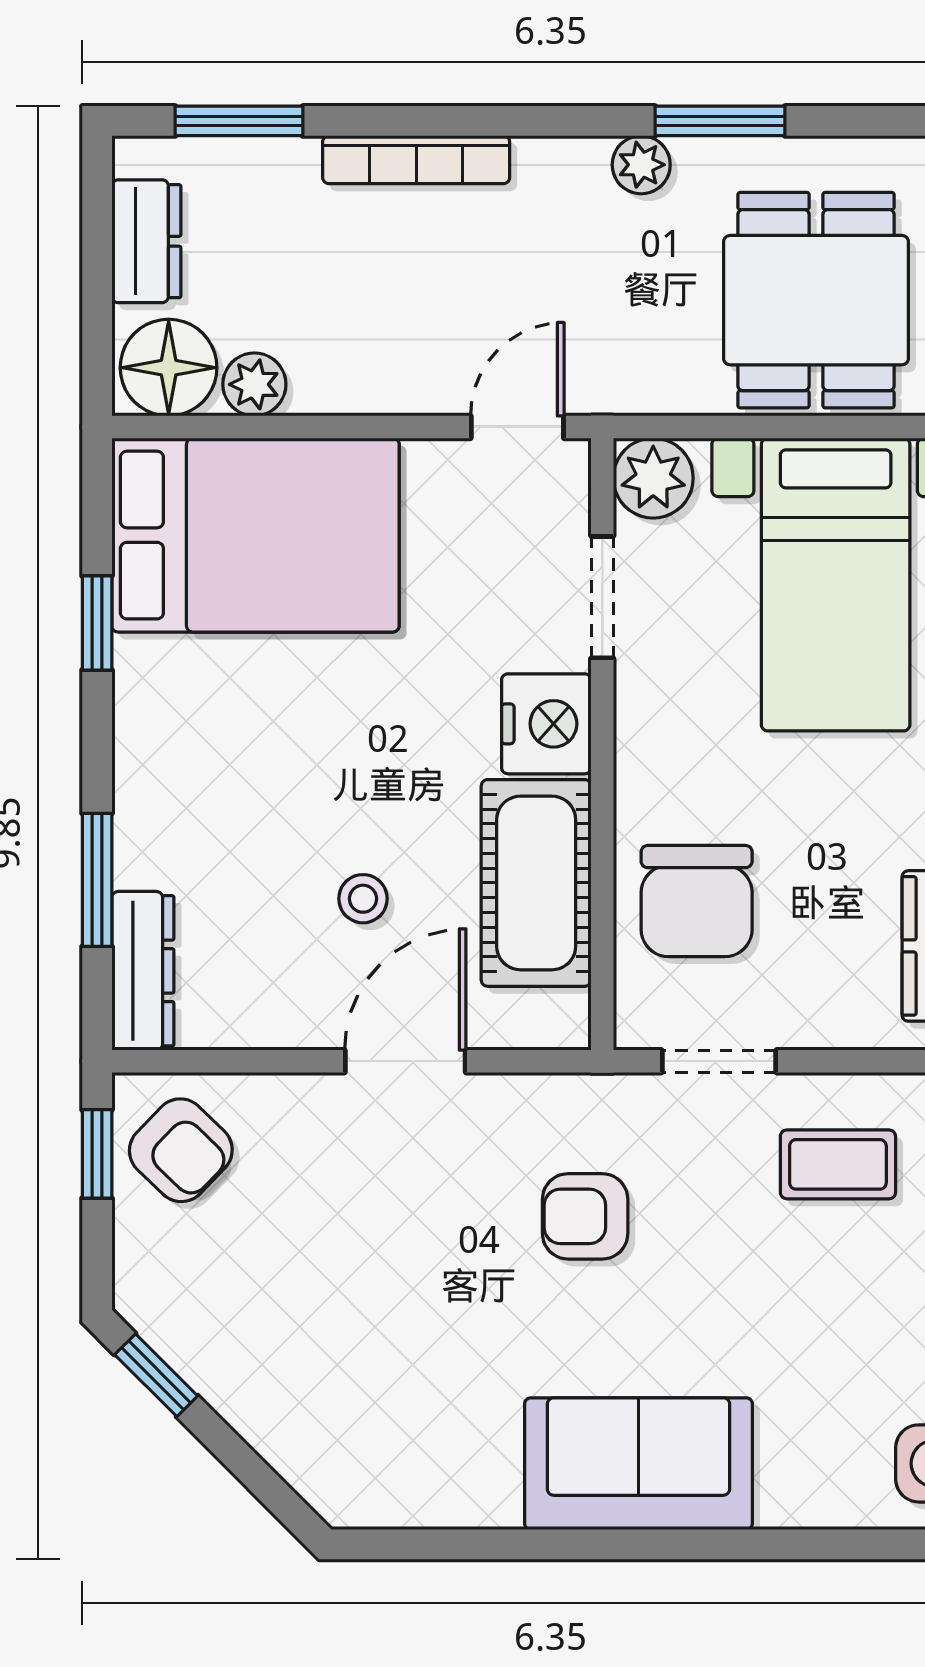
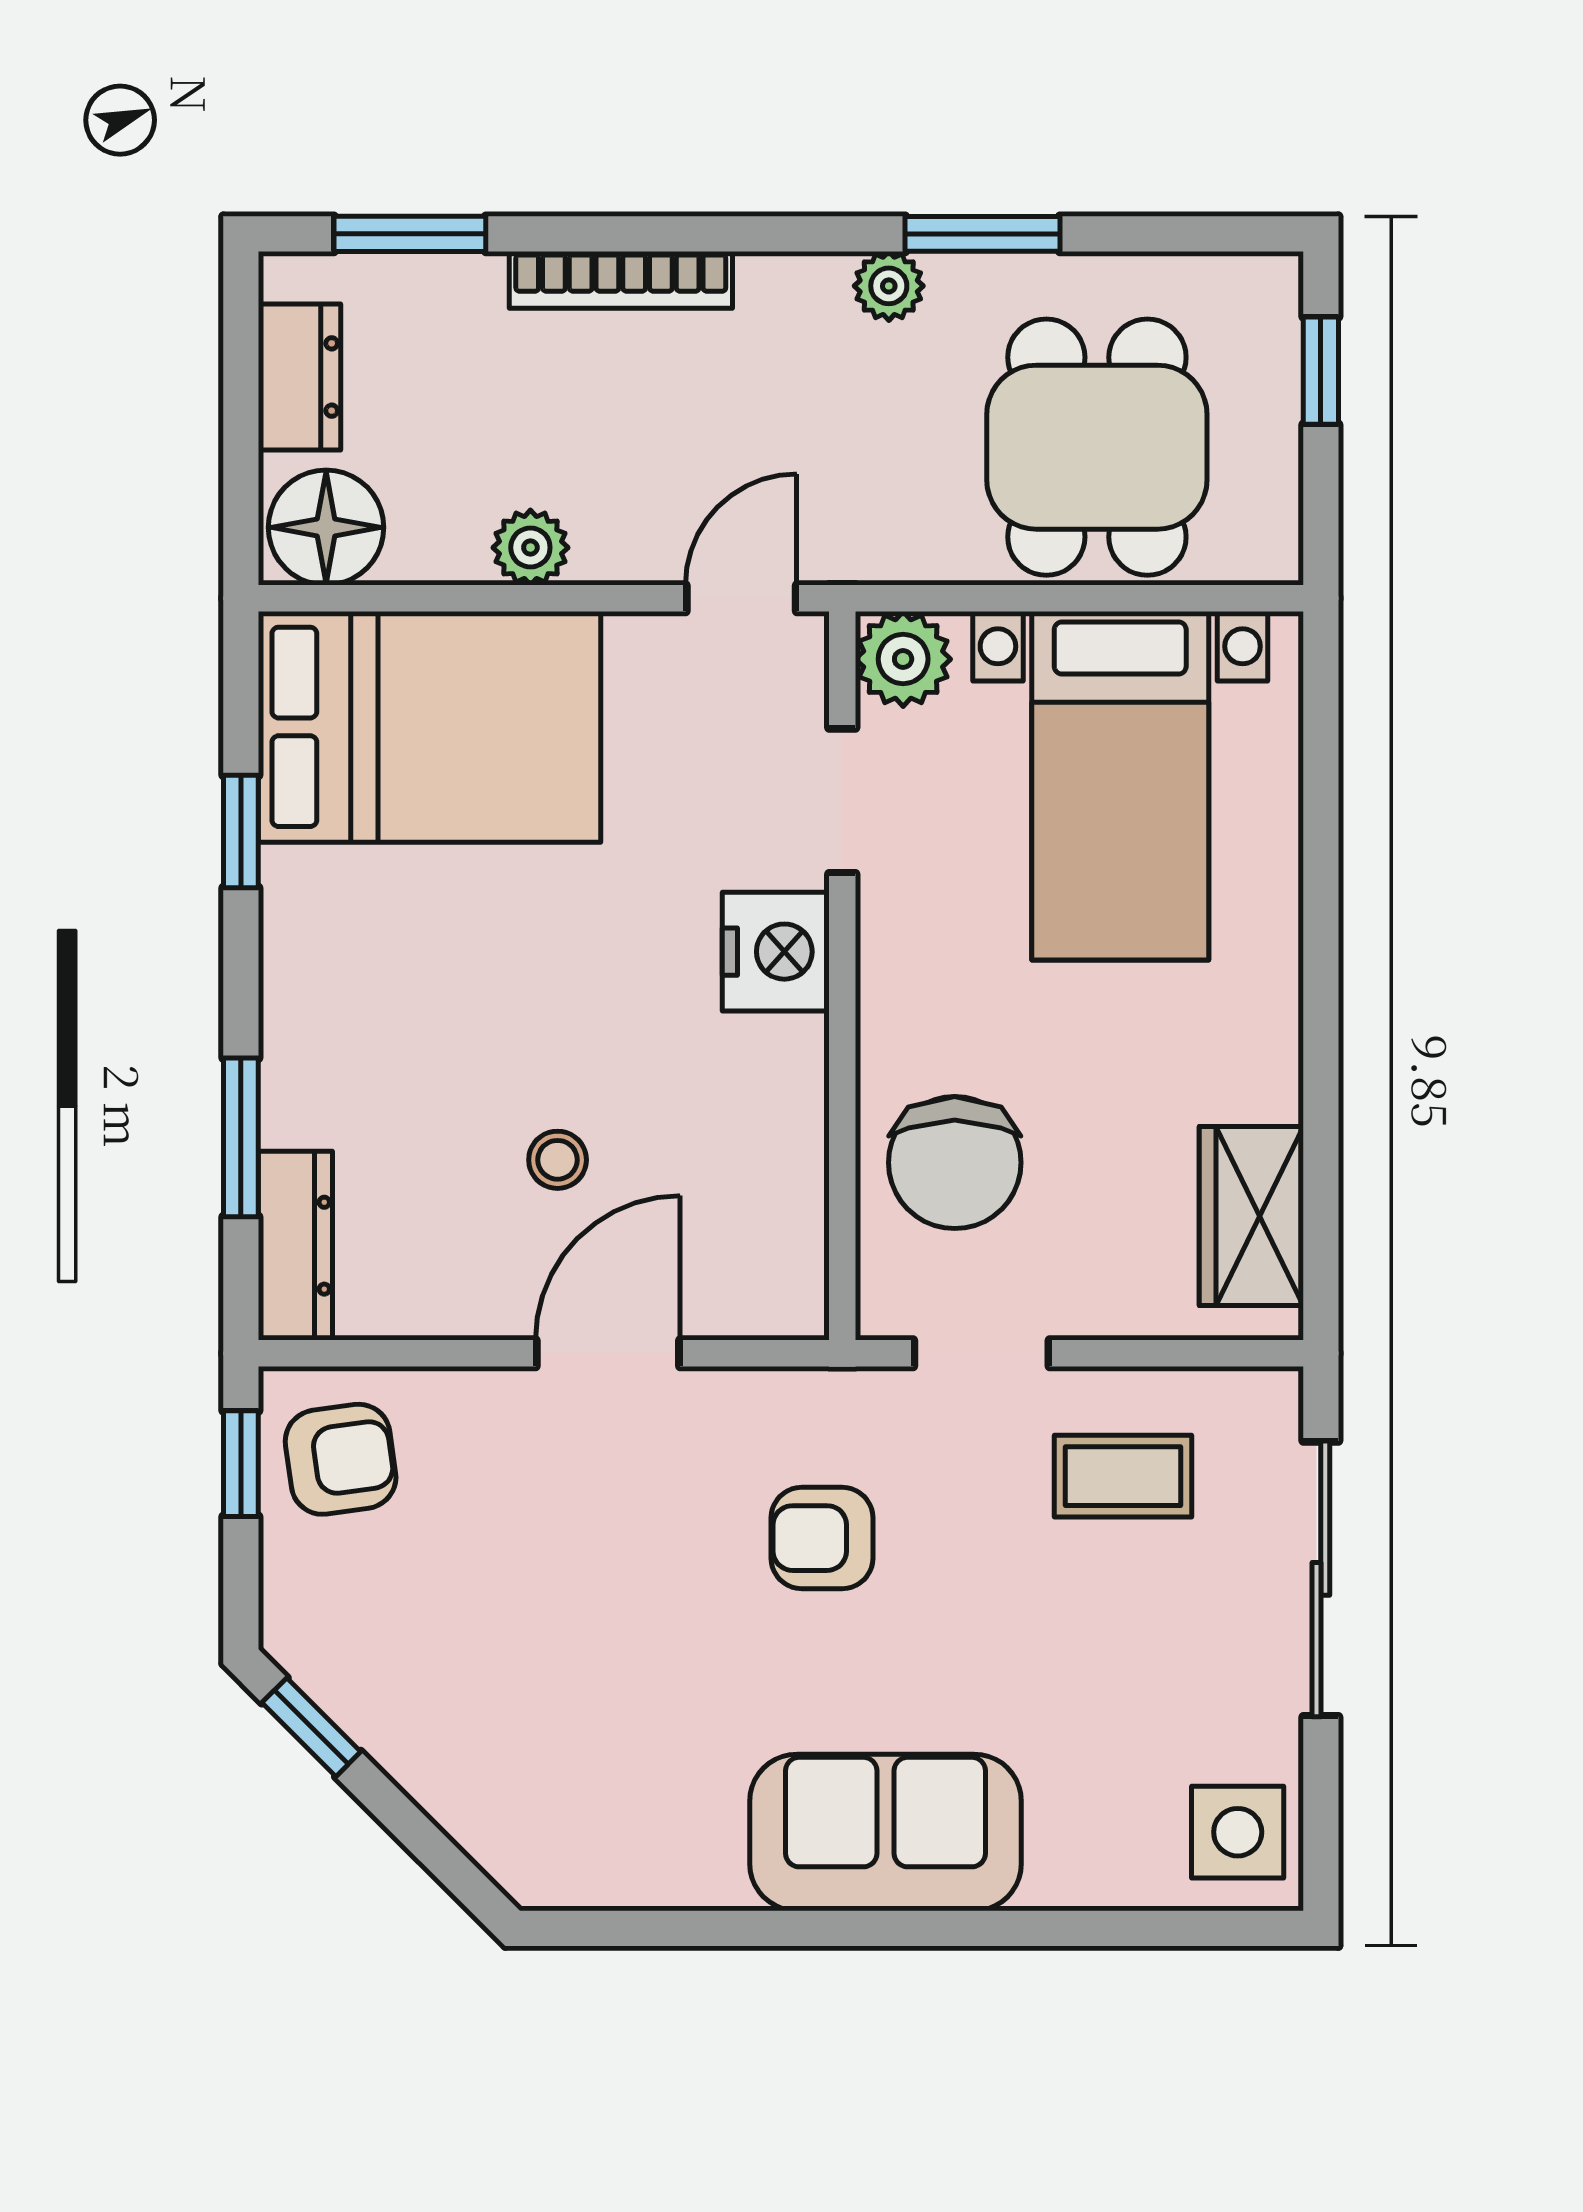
plant: (254, 384) -> (530, 548), moved
cot: (536, 883) -> (764, 1141), removed
armchair: (181, 1150) -> (341, 1459), turned -52

